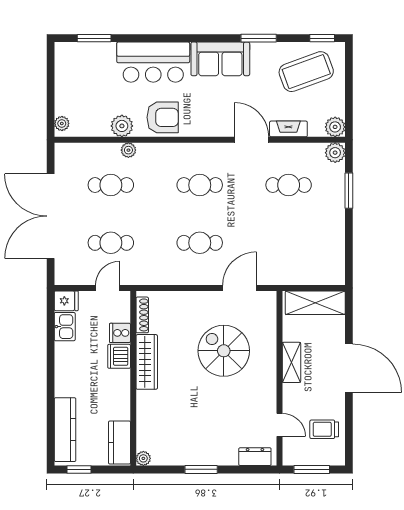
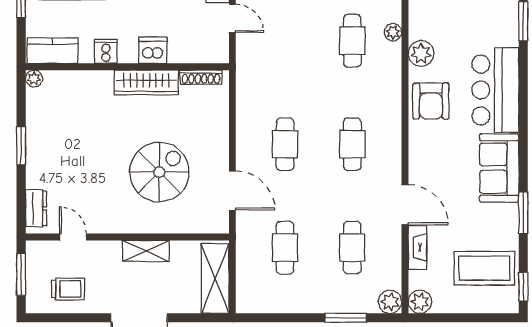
coffee table: (306, 72) -> (484, 268), turned -70
door: (252, 140) -> (405, 205), hinge flipped
plant: (128, 150) -> (393, 32), moved
cafe table: (111, 243) -> (285, 248), moved
door: (108, 288) -> (232, 18), moved
cooker: (120, 333) -> (106, 51), moved
door: (280, 425) -> (73, 237), swing flipped
trolley: (324, 429) -> (68, 289), turned 90

